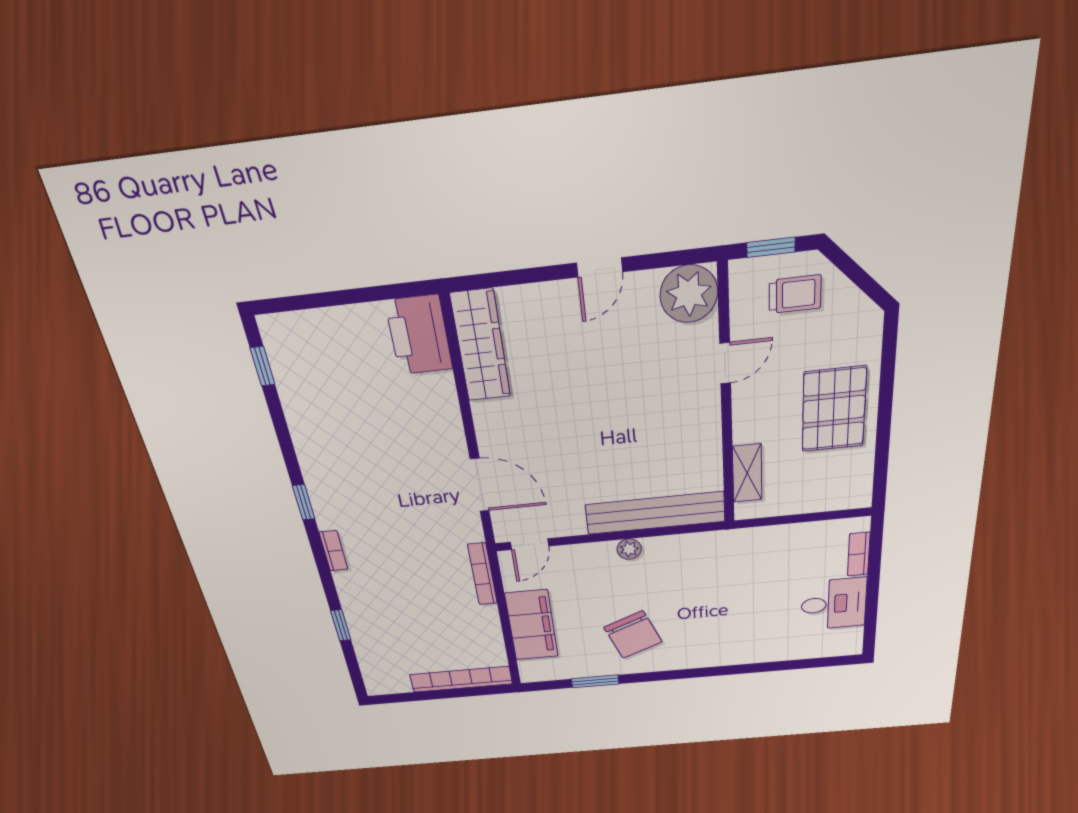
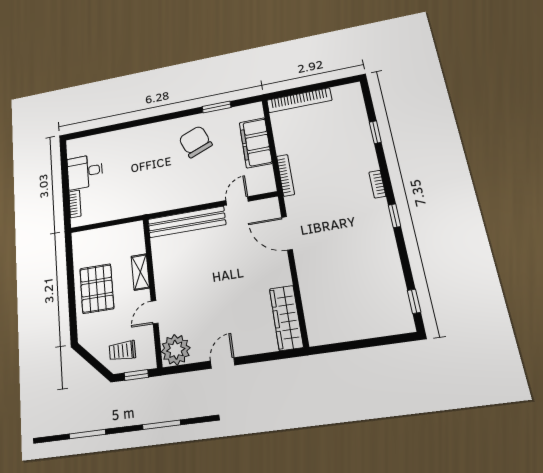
printer: (419, 335) -> (321, 323), removed
shelving: (747, 473) -> (140, 272), moved
door: (530, 544) -> (237, 201), moved
plant: (629, 549) -> (200, 198), removed

